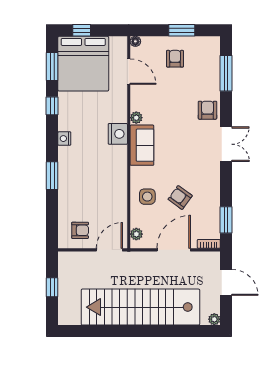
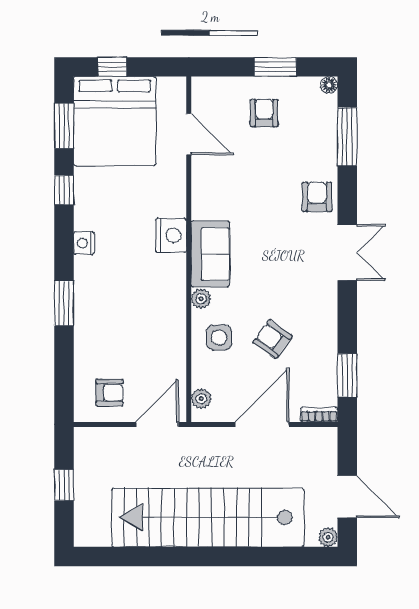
floor lamp: (135, 41) -> (329, 85), moved
plant: (136, 118) -> (201, 299), moved
door: (226, 282) -> (347, 497), moved

